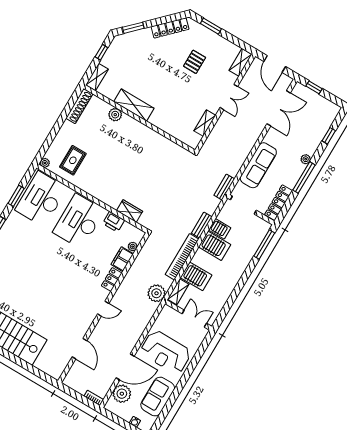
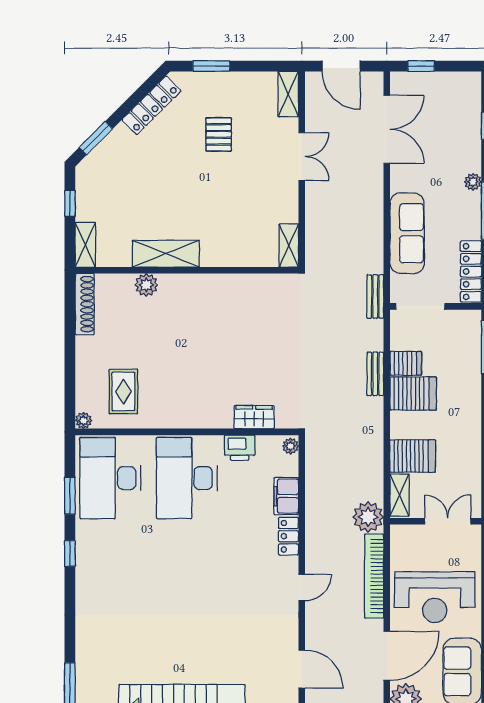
shelving: (205, 123) -> (289, 245), moved
plant: (133, 247) -> (291, 446), moved
bookcase: (182, 257) -> (374, 576), moved

